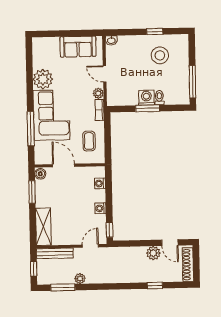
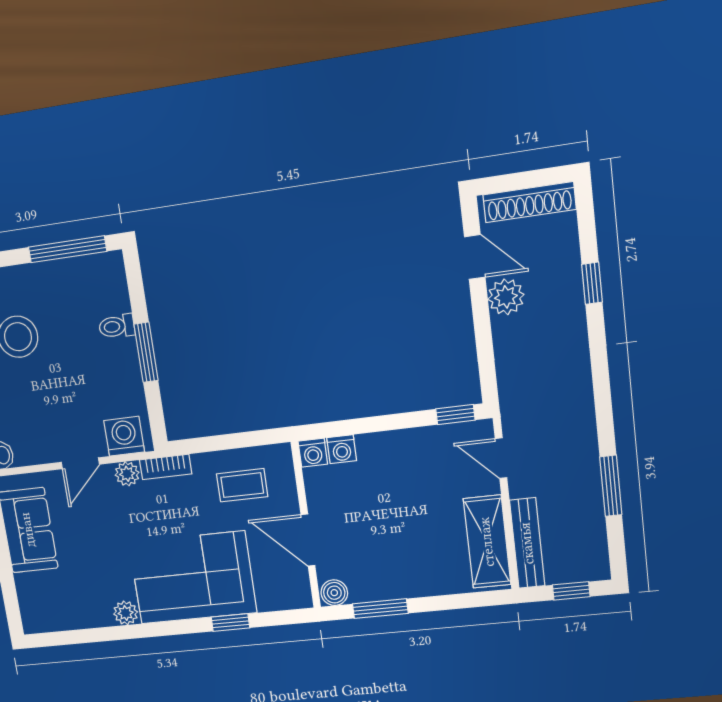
plant: (43, 79) -> (126, 613), width x0.53, depth x0.53
washing machine: (146, 98) -> (124, 436), moved, turned 90
window: (31, 129) -> (230, 622), width x0.46
door: (63, 165) -> (308, 540), hinge flipped
washing machine: (101, 208) -> (313, 453), moved
shelving: (43, 227) -> (487, 542), moved, turned 90
door: (170, 243) -> (475, 257), hinge flipped
plant: (80, 279) -> (588, 476), removed
window: (63, 287) -> (611, 486), moved

